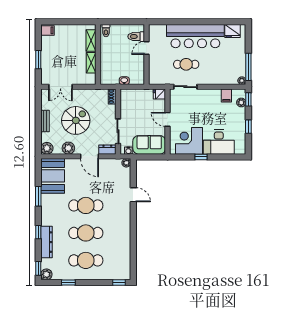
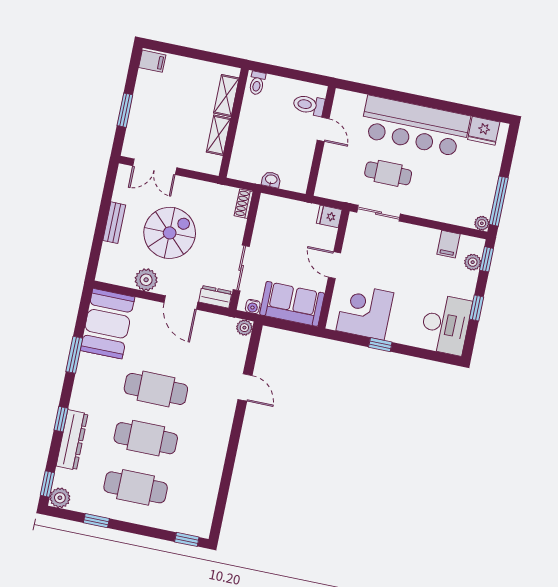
door: (146, 48) -> (323, 129), swing flipped
desk: (219, 142) -> (445, 324), moved, turned -90
plant: (47, 148) -> (107, 272), removed

